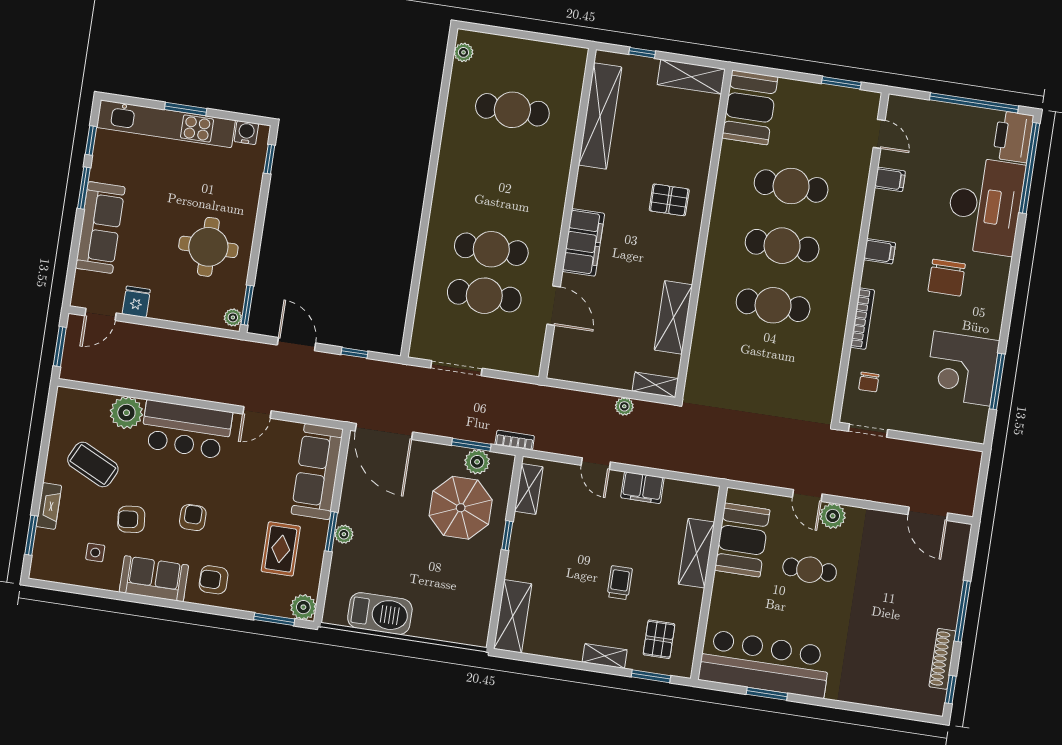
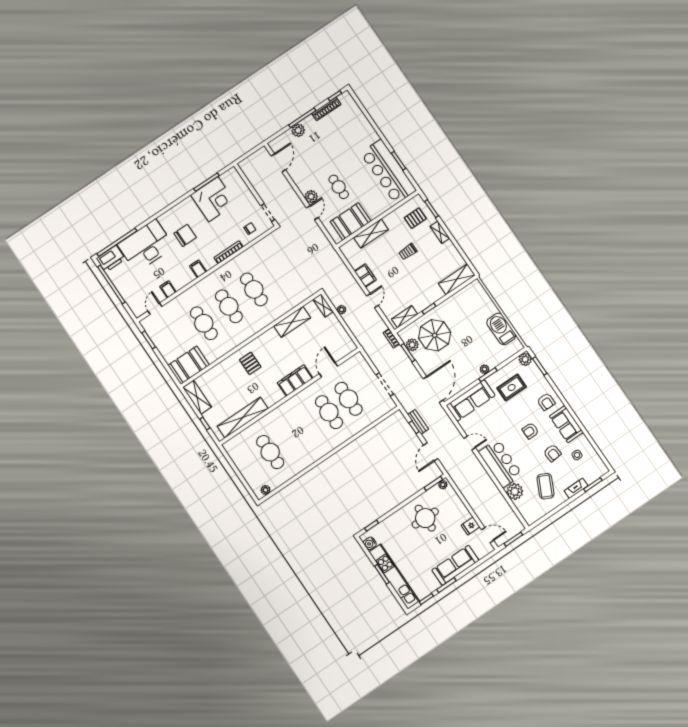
bench: (357, 366) -> (418, 422), added
plant: (949, 588) -> (298, 130), added

